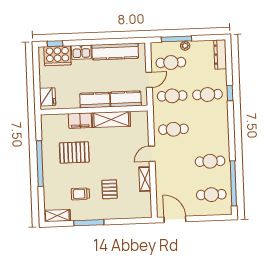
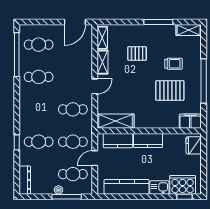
shelving: (111, 119) -> (115, 121), moved
filing cabinet: (80, 121) -> (190, 121), moved
pallet: (110, 189) -> (137, 54), turned 90
trolley: (80, 194) -> (173, 64), moved
shelving: (146, 204) -> (102, 38), added
door: (175, 219) -> (75, 22), hinge flipped

